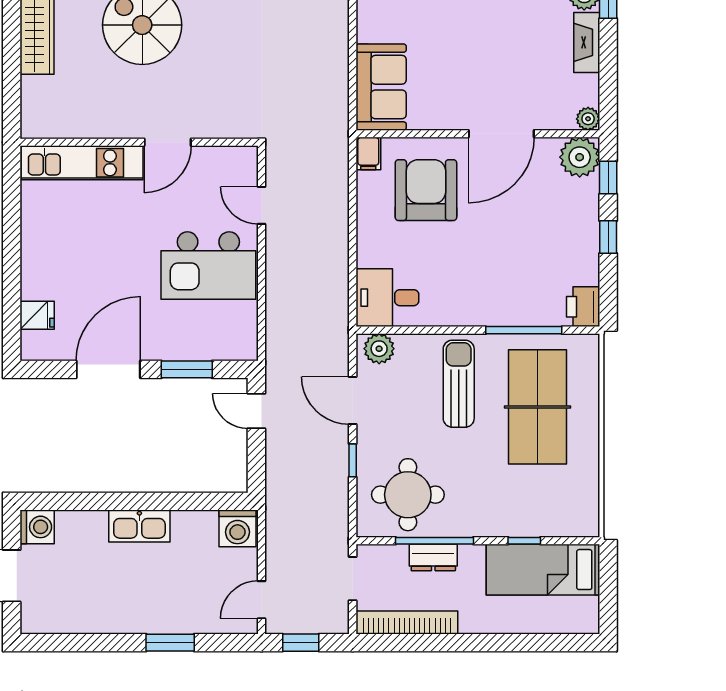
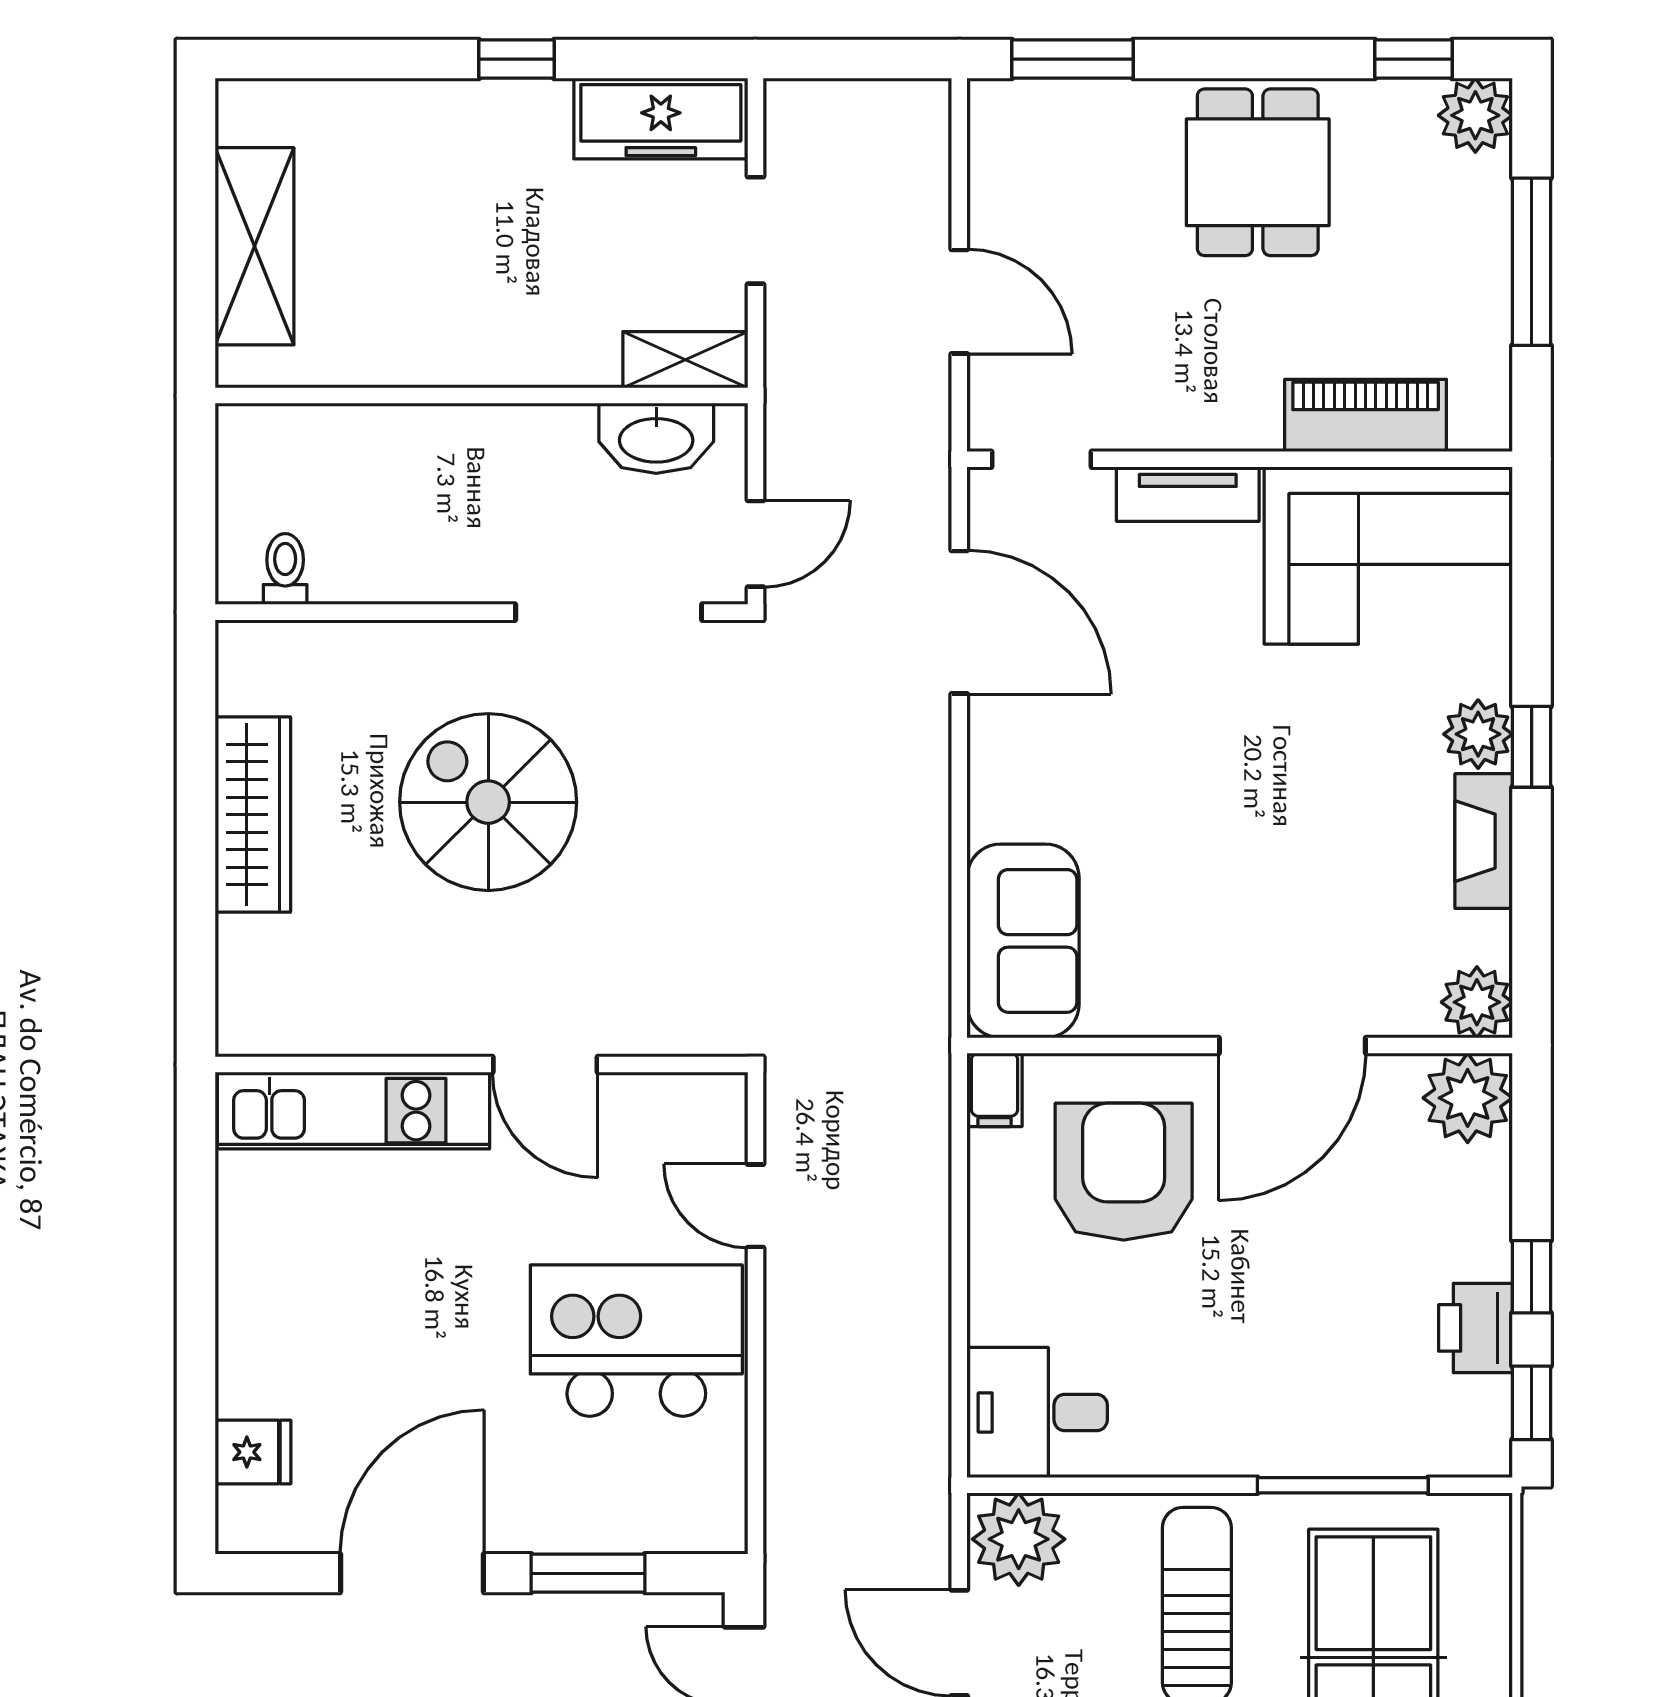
plant: (588, 119) -> (1477, 1002), width x1.38, depth x1.38
door: (168, 142) -> (545, 1065), hinge flipped
window: (608, 177) -> (1532, 1403), moved
kitchen island: (208, 266) -> (636, 1341), turned 180
printer: (583, 307) -> (1476, 1328), moved
plant: (379, 349) -> (1019, 1539), width x1.36, depth x1.36

